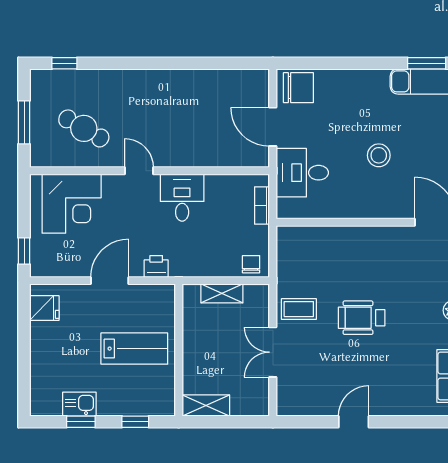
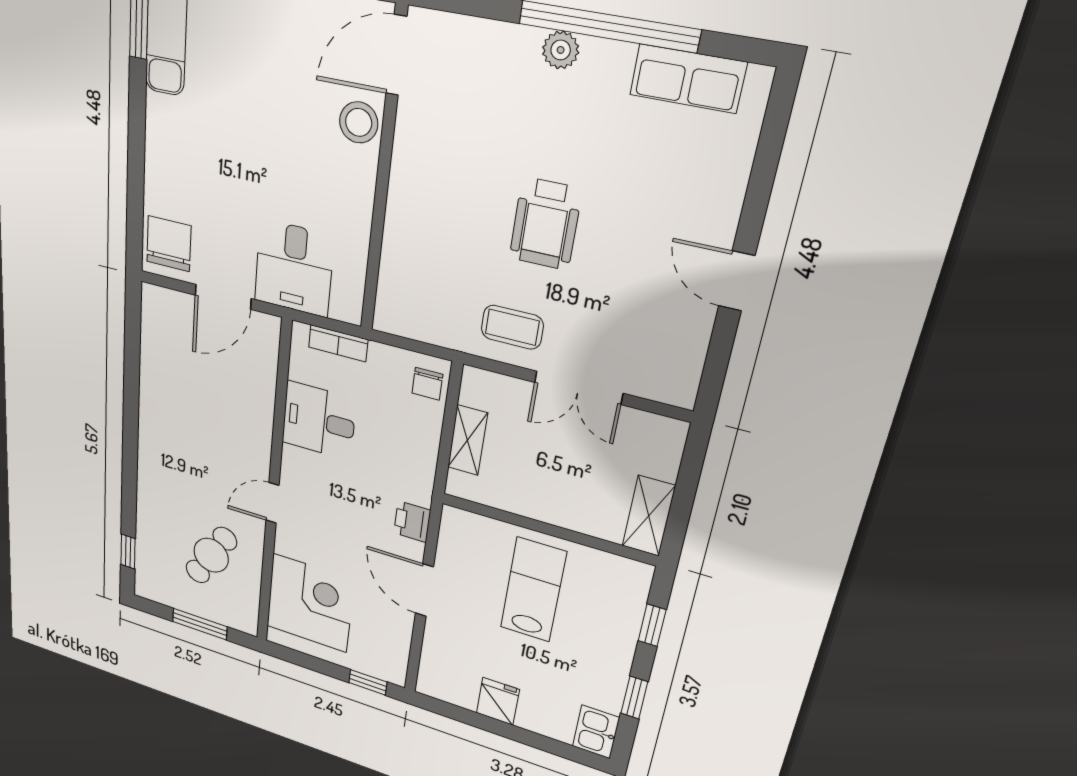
stool: (379, 155) -> (359, 122), moved
desk: (182, 198) -> (319, 421), moved
chair: (251, 264) -> (427, 384), turned -90
fridge: (44, 308) -> (498, 701), moved
coffee table: (299, 309) -> (512, 327), turned 90
kitchen sink: (79, 404) -> (596, 732), moved

